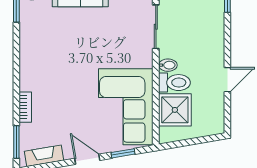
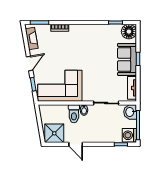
shower: (175, 110) -> (54, 133), moved

